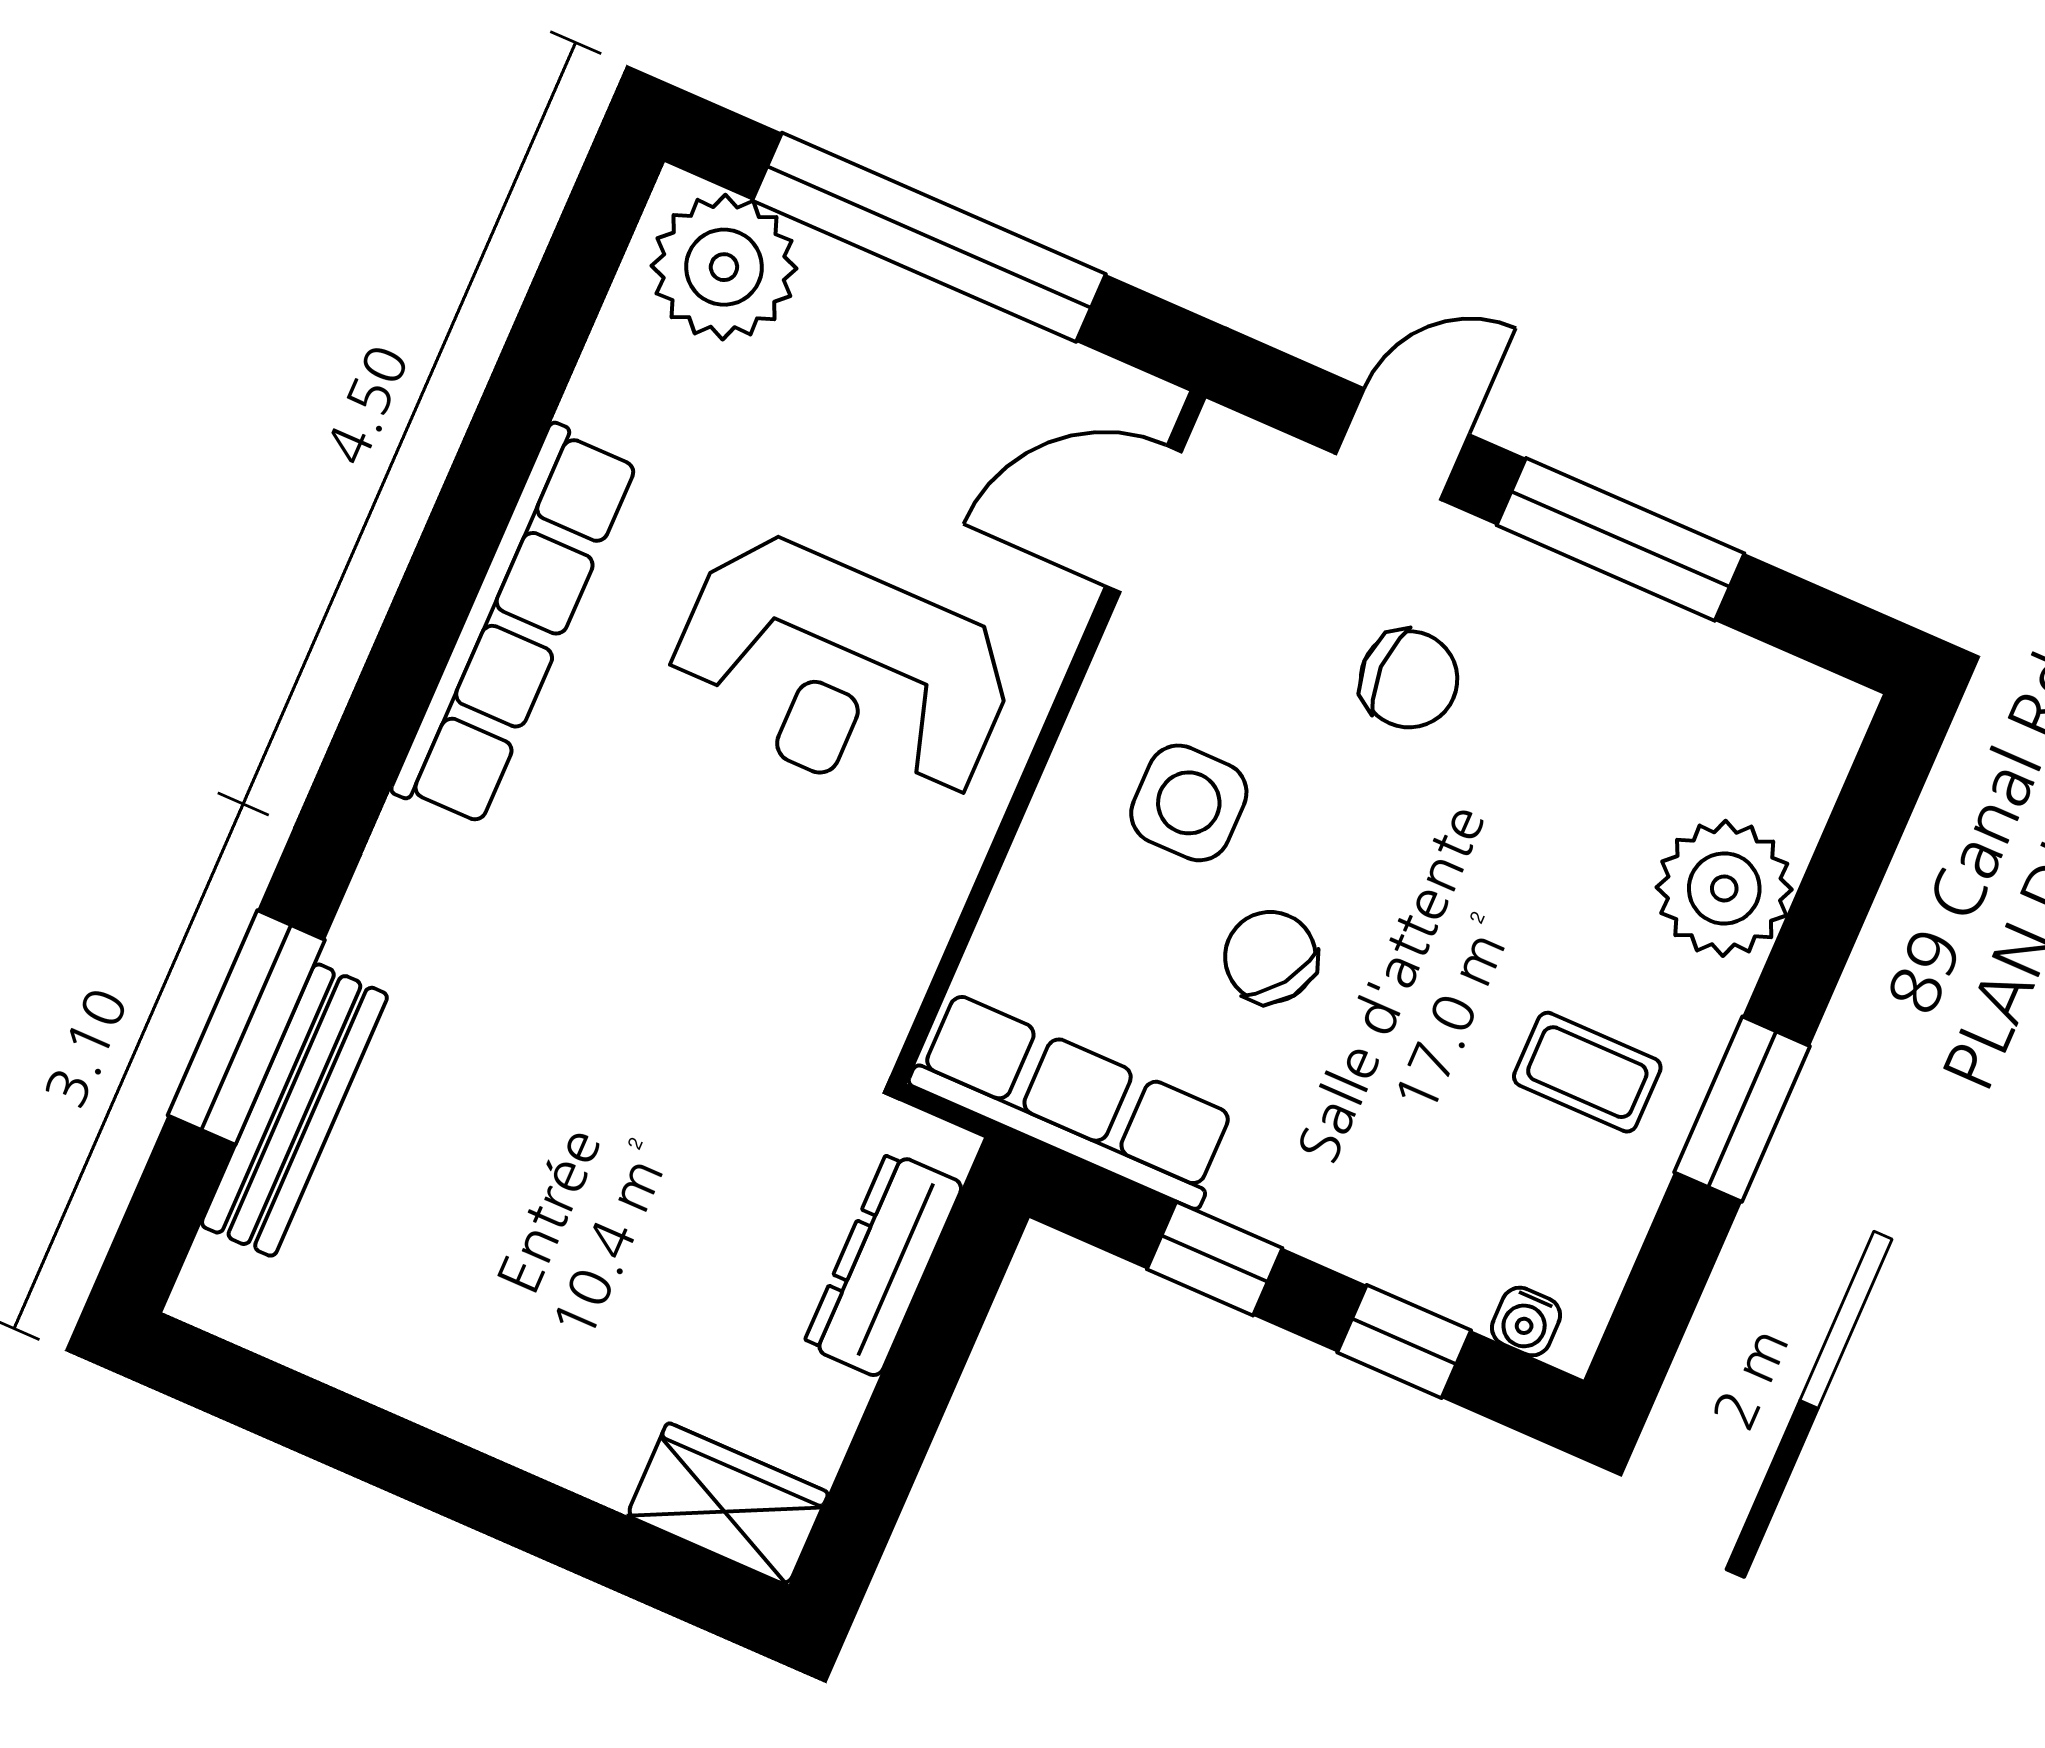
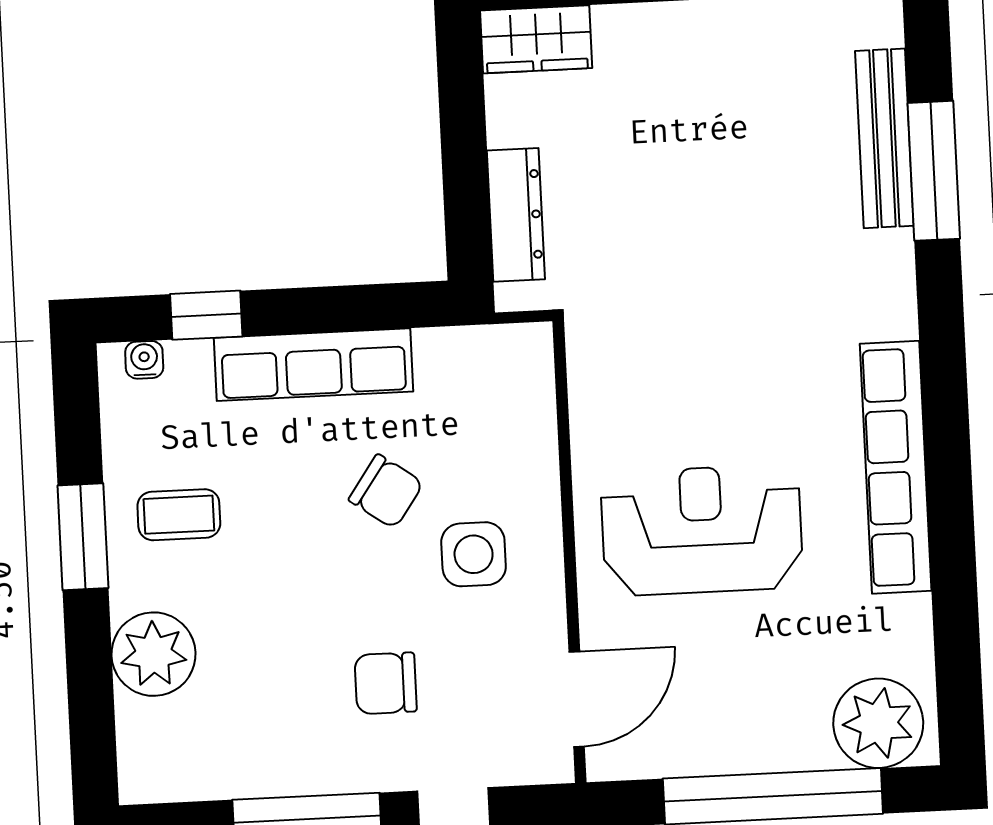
row of seats: (1073, 1100) -> (313, 365), moved
window: (1215, 1259) -> (334, 309), removed

